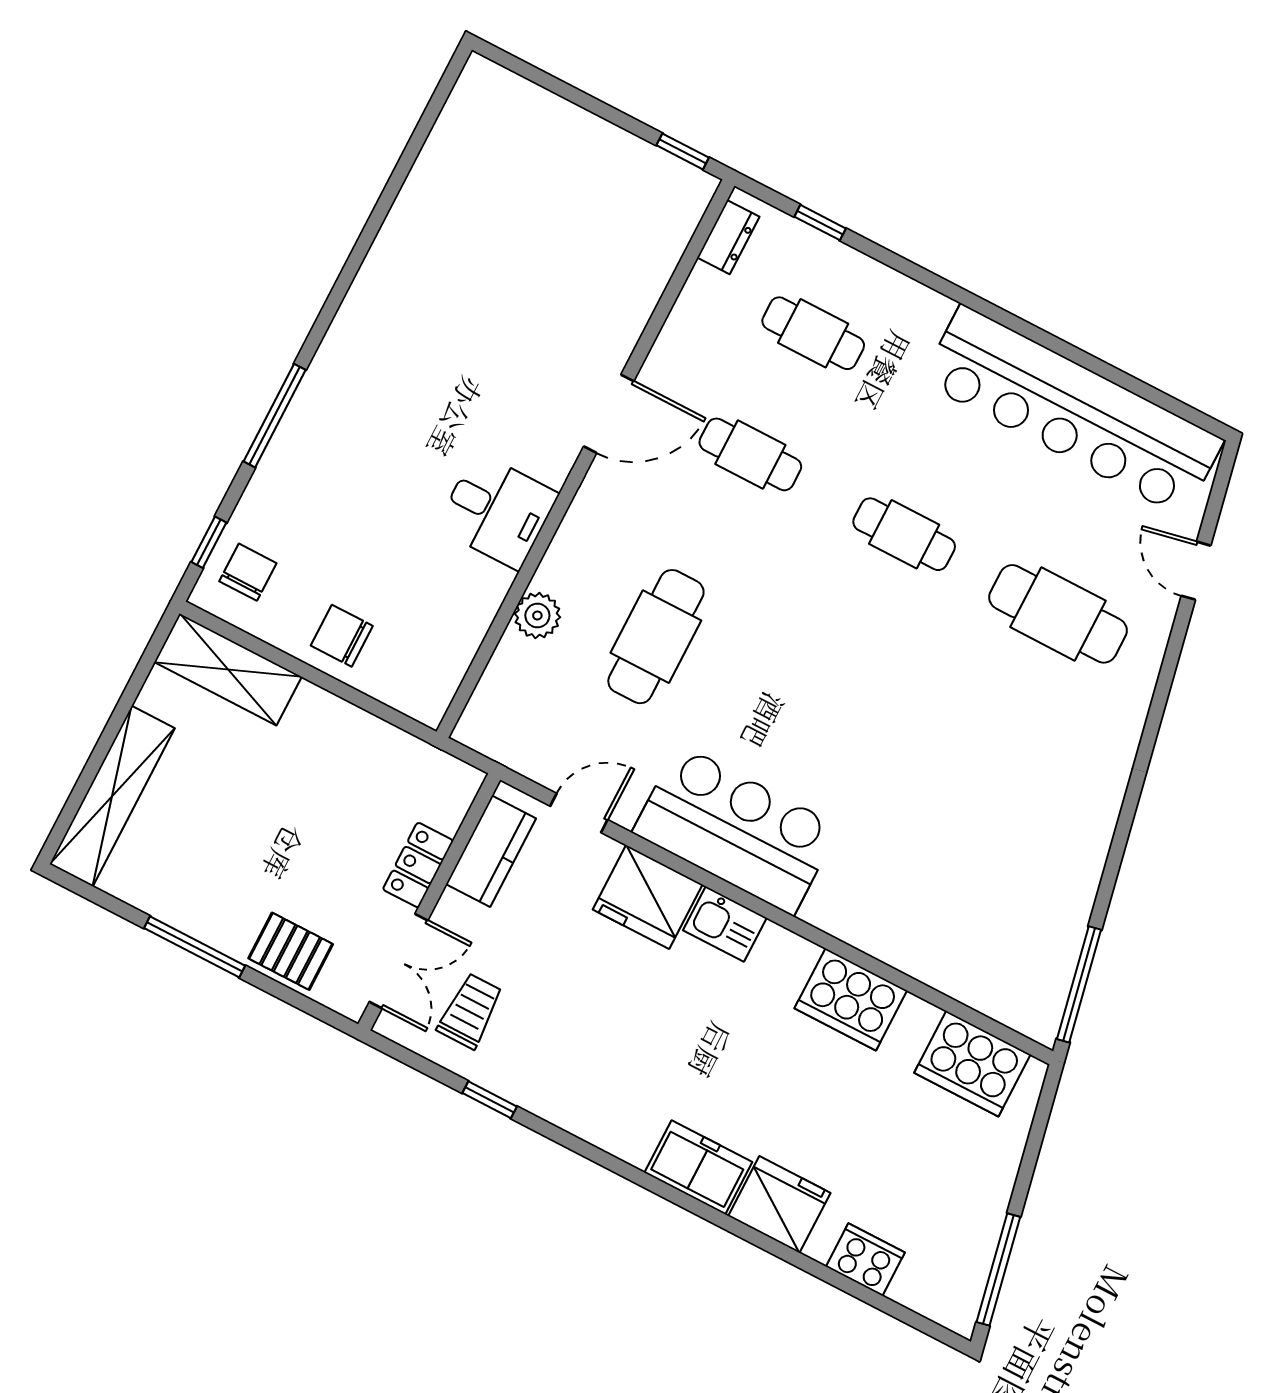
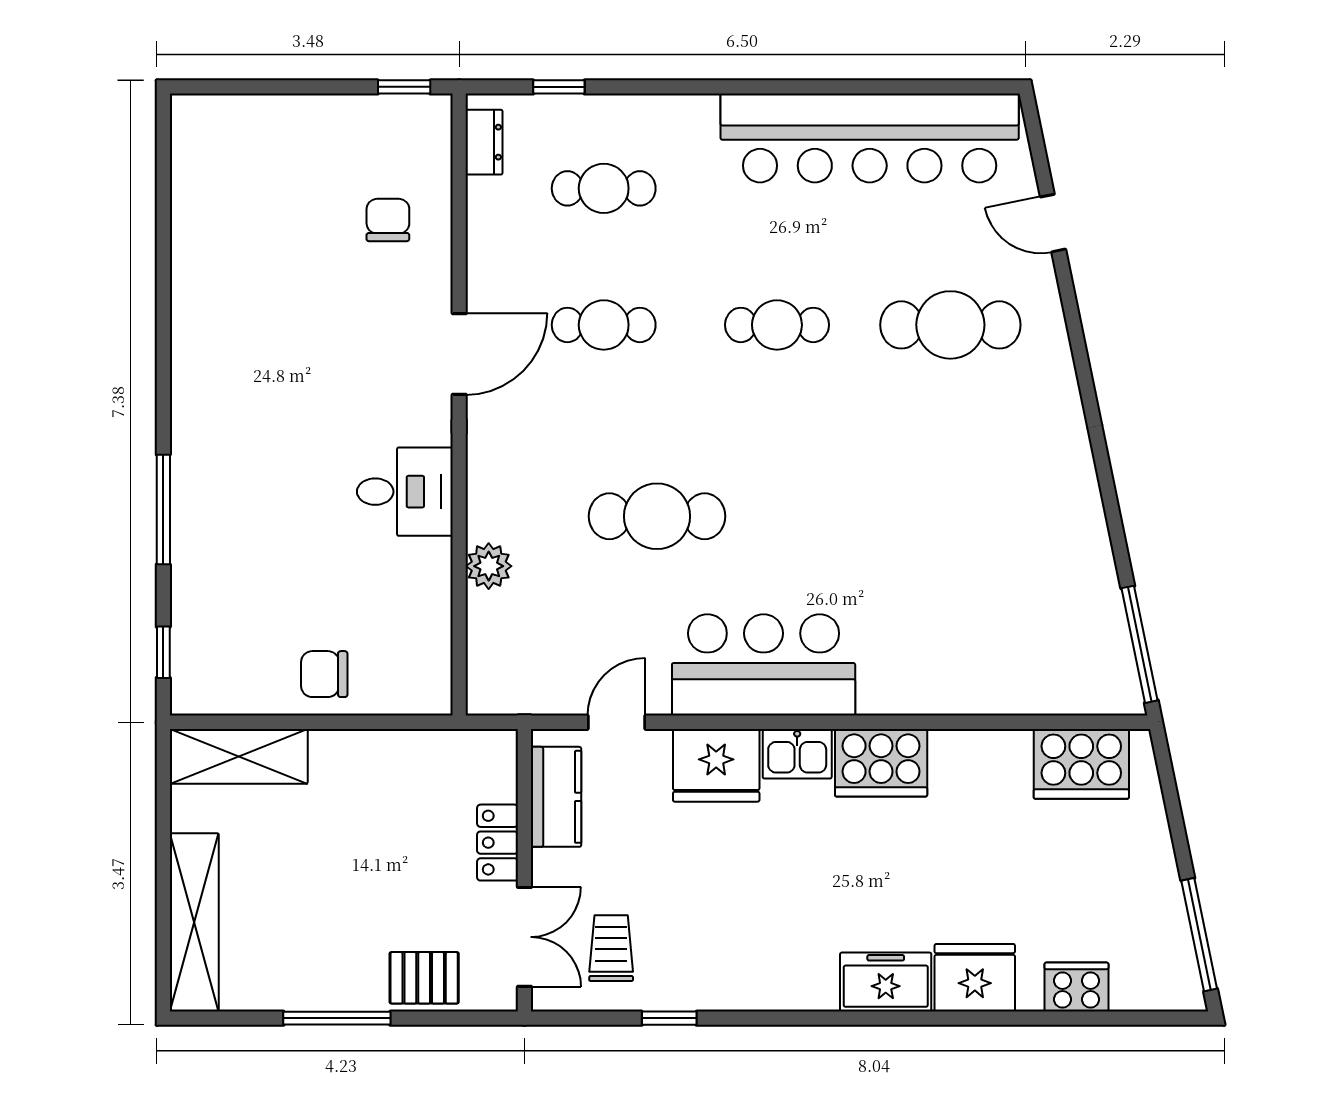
chair: (248, 572) -> (388, 220), moved
cafe table: (656, 637) -> (657, 516), moved, turned 90
cooker: (851, 999) -> (881, 763), moved

